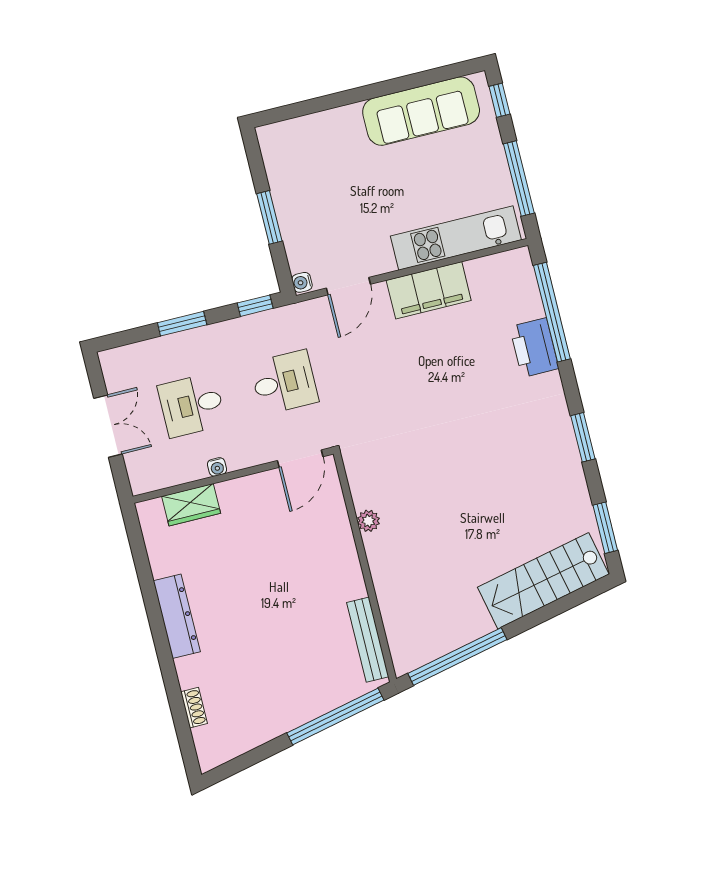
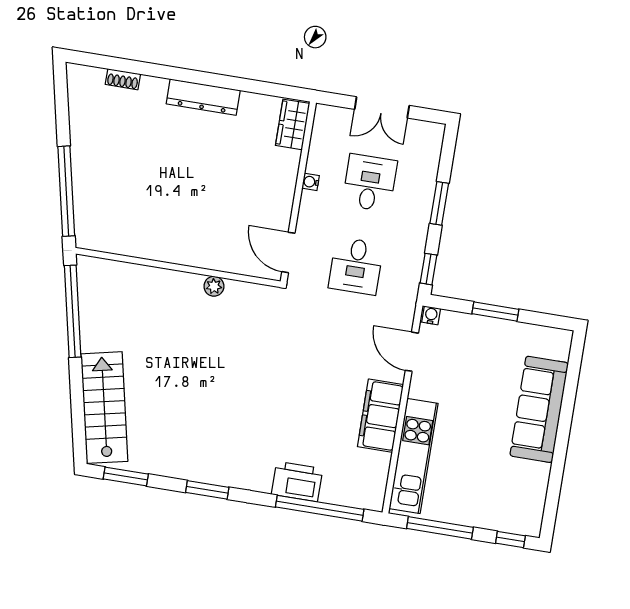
sofa: (421, 111) -> (539, 409), moved
wardrobe: (191, 505) -> (293, 124), moved
bench: (368, 640) -> (118, 244), removed

